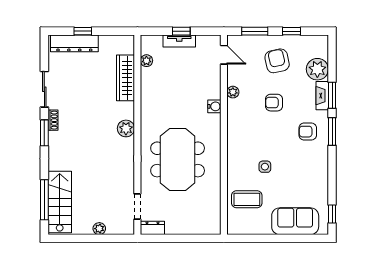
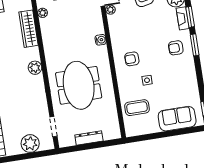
plant: (233, 92) -> (110, 10), moved
armchair: (274, 103) -> (132, 59), moved
dresser: (152, 228) -> (89, 138), moved, width x1.44
plant: (99, 229) -> (30, 144), width x1.87, depth x1.87

